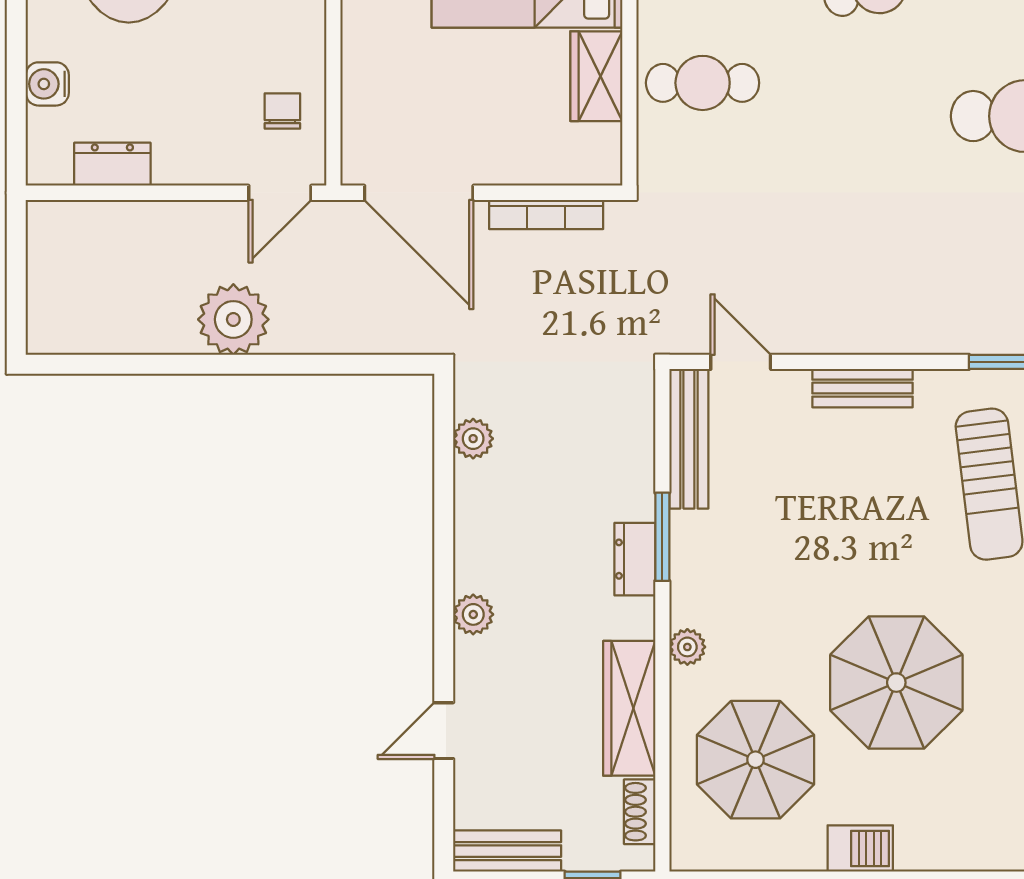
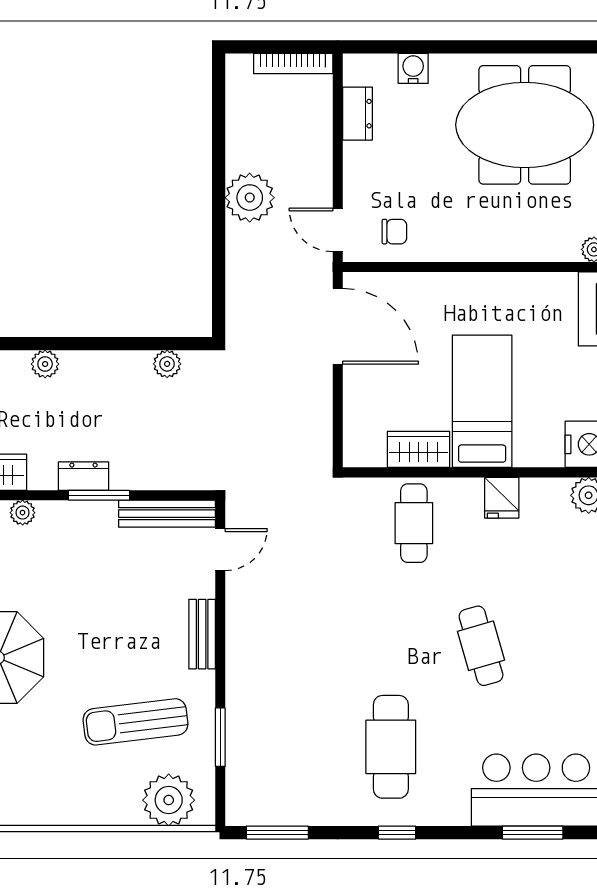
door: (419, 193) -> (338, 326), swing flipped
bookcase: (546, 214) -> (293, 64), moved, turned -90

